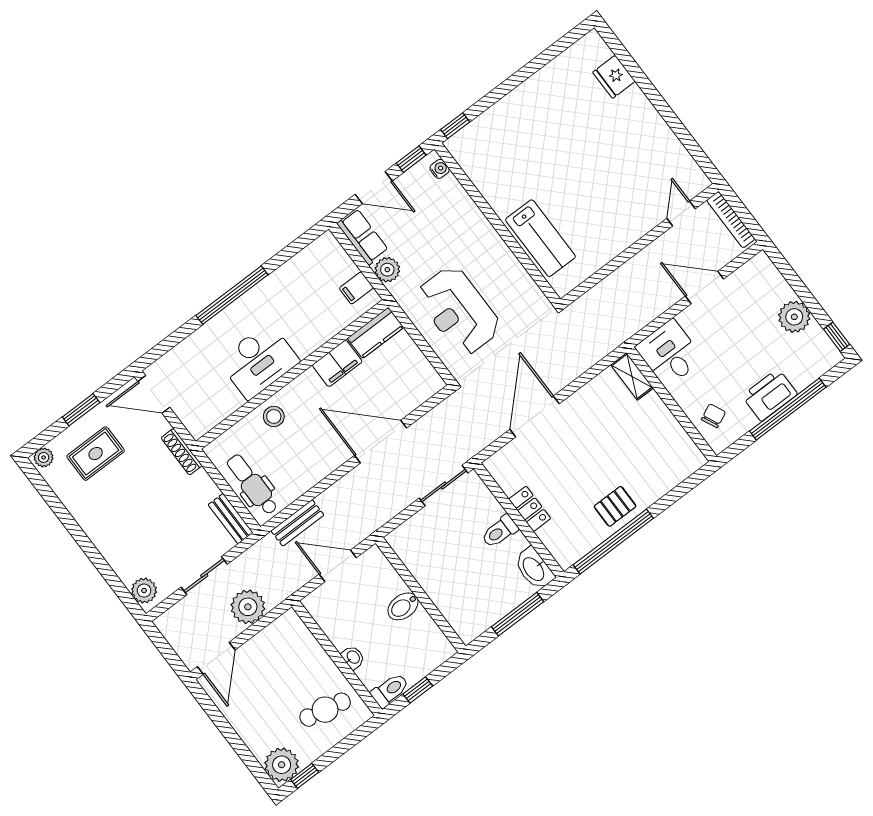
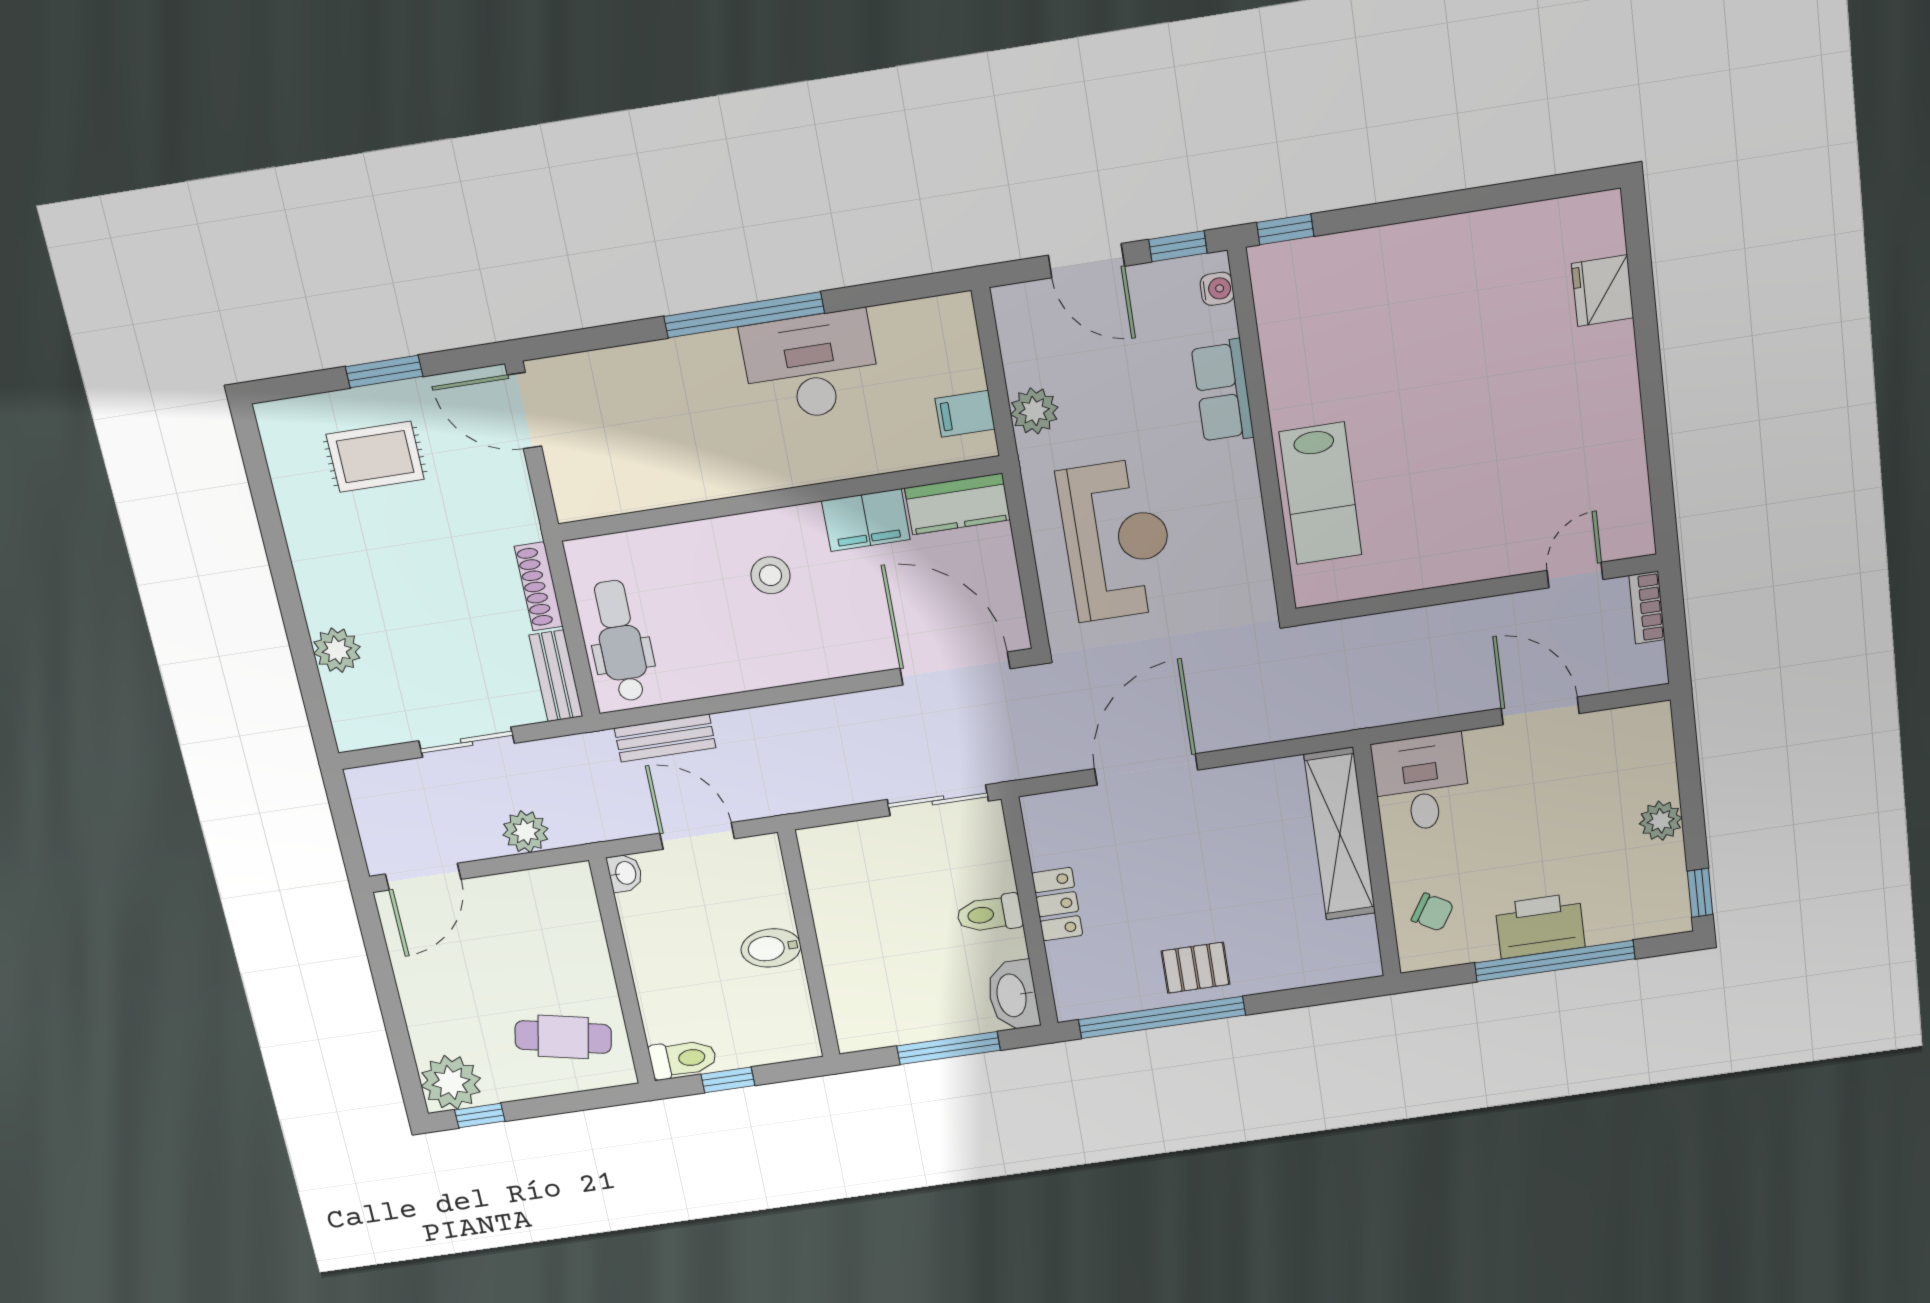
bookcase: (731, 220) -> (1647, 608), width x0.64
row of seats: (363, 237) -> (1223, 392), moved, turned 180
reception desk: (459, 311) -> (1117, 540), turned 180
plant: (794, 317) -> (1661, 821), width x0.73, depth x0.73
desk: (259, 361) -> (811, 366), moved, turned 180
shelving: (632, 376) -> (1340, 834), width x2.20, depth x1.33
stool: (274, 416) -> (771, 575), moved
chair: (713, 416) -> (1433, 912), turned 56
door: (381, 442) -> (955, 668), moved
shoe rack: (182, 452) -> (539, 586), moved
plant: (44, 457) -> (281, 418), removed
plant: (144, 591) -> (337, 650), moved
plant: (248, 607) -> (526, 832), width x0.73, depth x0.73
washbasin: (353, 657) -> (625, 873), moved

